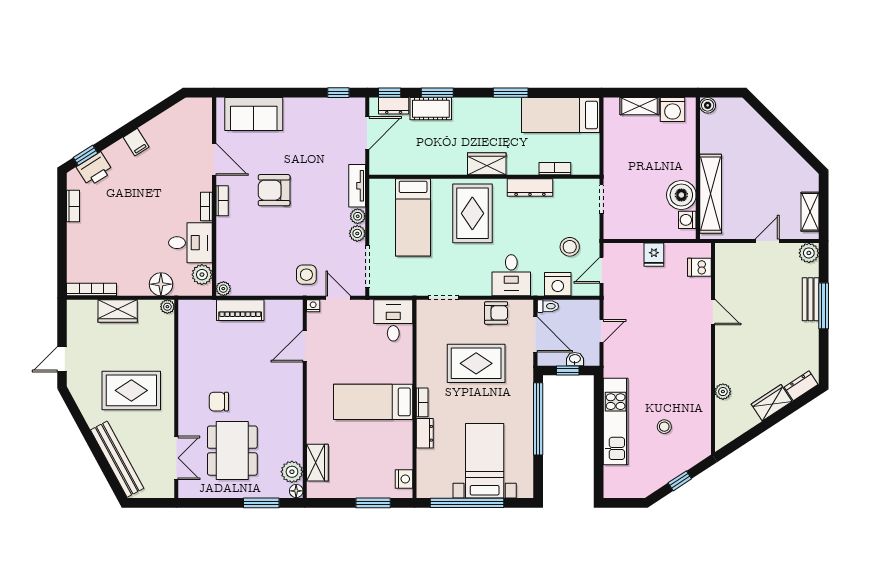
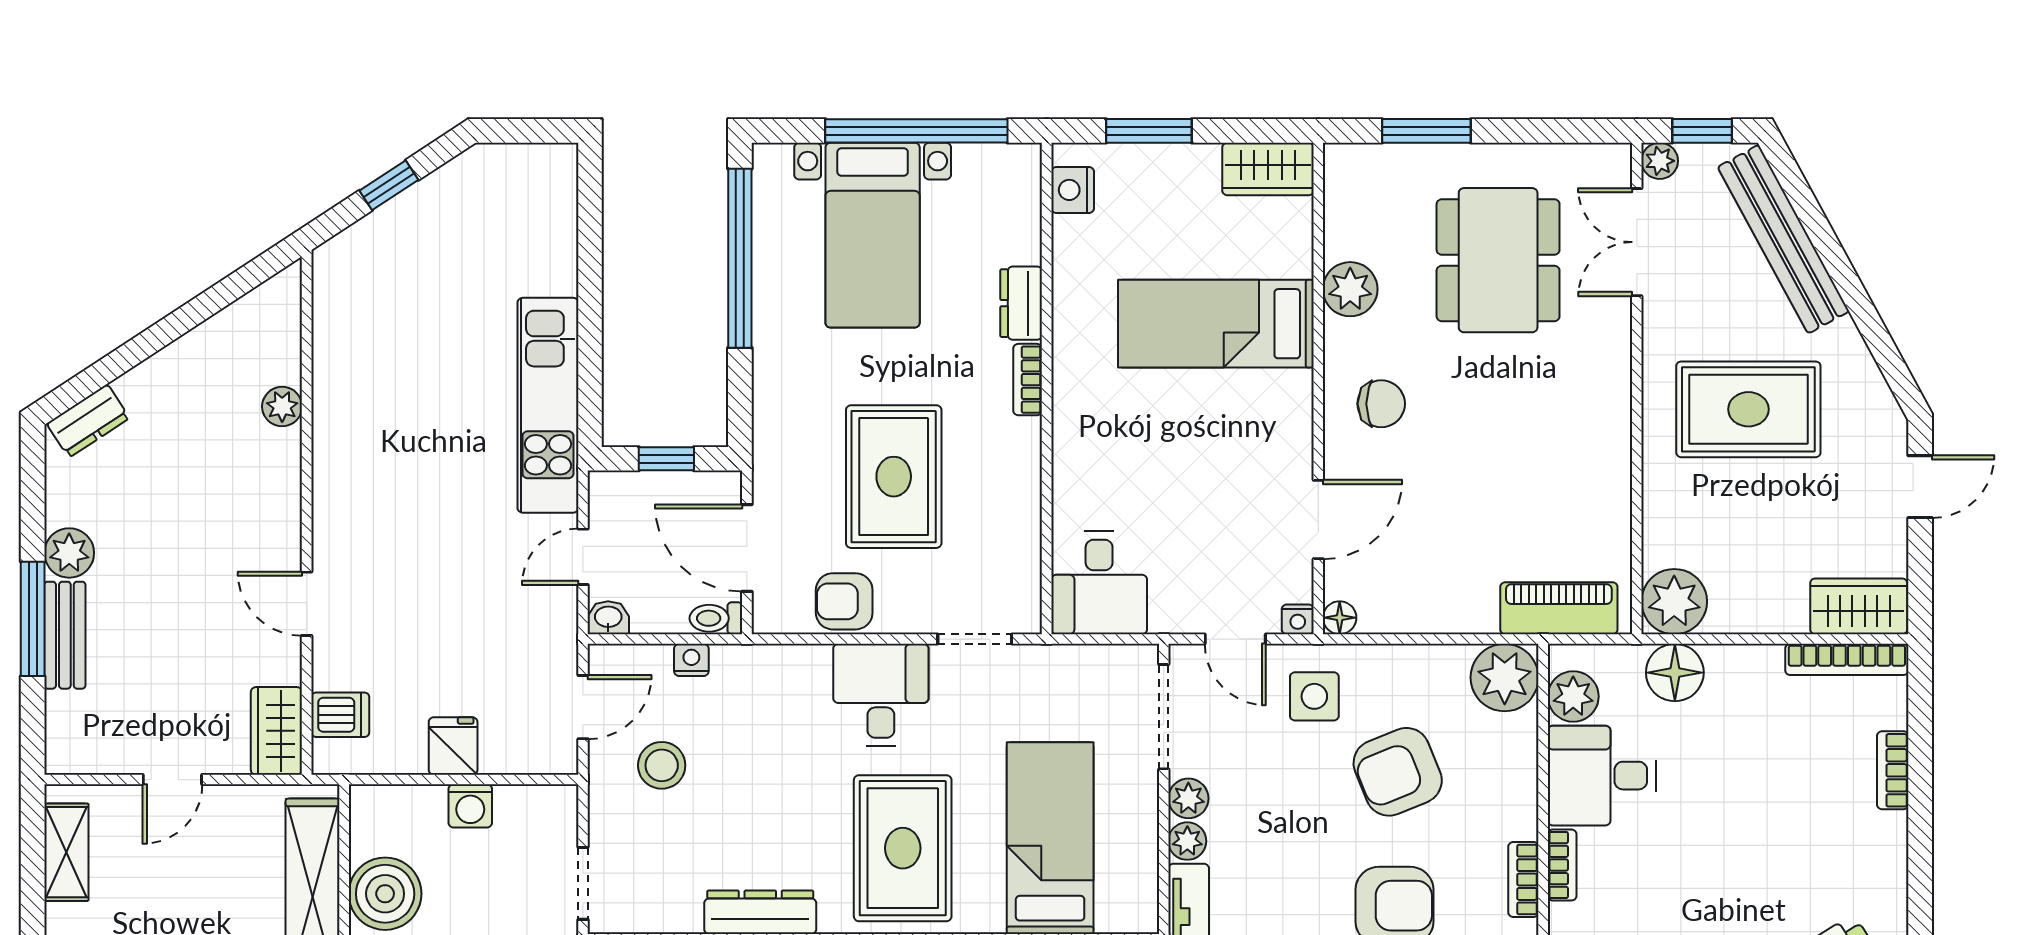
bookcase: (73, 206) -> (1893, 770), moved
washing machine: (687, 220) -> (470, 806), moved, turned 90
armchair: (273, 244) -> (1398, 772), added
plant: (809, 253) -> (69, 553), moved
desk: (511, 275) -> (881, 695), moved
nightstand: (558, 284) -> (691, 660), width x0.53, depth x0.56
plant: (223, 289) -> (1505, 678), width x1.88, depth x1.88
plant: (167, 307) -> (1674, 602), width x1.87, depth x1.87
piano: (240, 310) -> (1559, 608), moved
wardrobe: (118, 311) -> (1859, 606), moved
washbasin: (575, 359) -> (608, 618), moved, turned 180
rug: (476, 363) -> (894, 477), turned 90
chair: (219, 402) -> (1381, 404), moved
bed: (373, 402) -> (1216, 324), moved, turned 180
wardrobe: (772, 403) -> (276, 731), moved, turned 123
window: (538, 419) -> (740, 258), moved
kitchen unit: (616, 422) -> (548, 405), moved
stool: (664, 427) -> (427, 320), removed
wardrobe: (317, 463) -> (1268, 169), moved, turned -90
plant: (292, 472) -> (1350, 289), moved
plant: (167, 491) -> (1660, 161), added
floor lamp: (296, 491) -> (1340, 618), moved
window: (150, 503) -> (1702, 131), added

